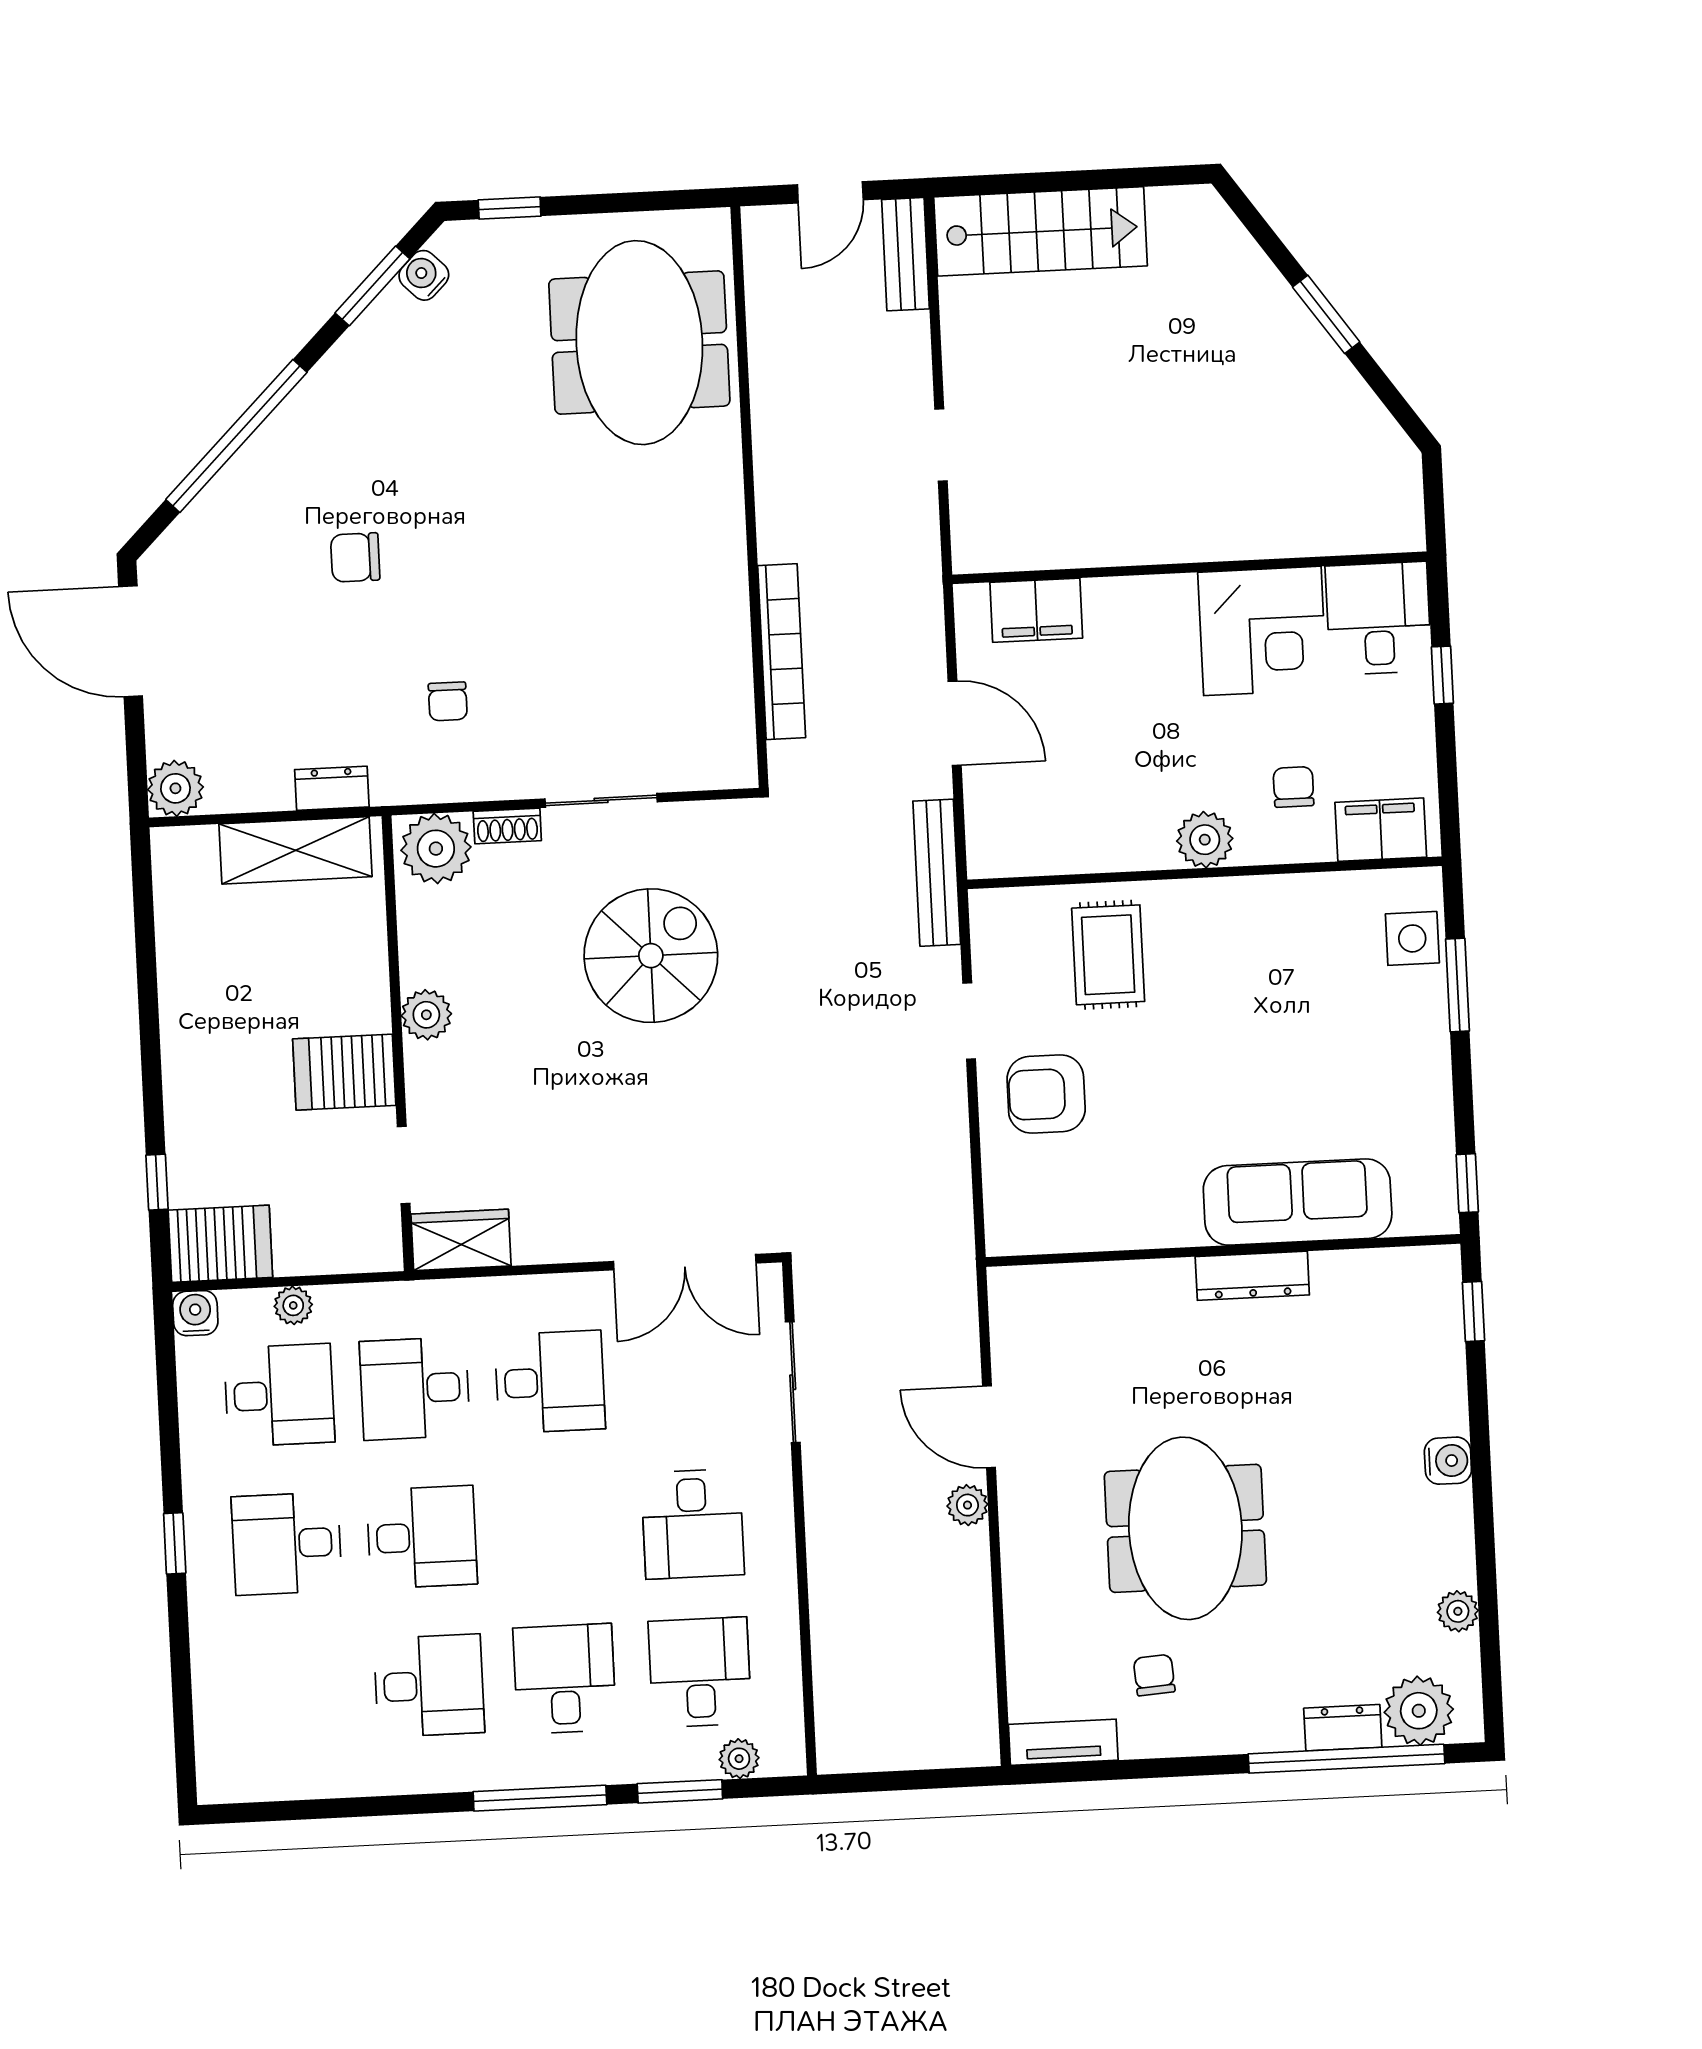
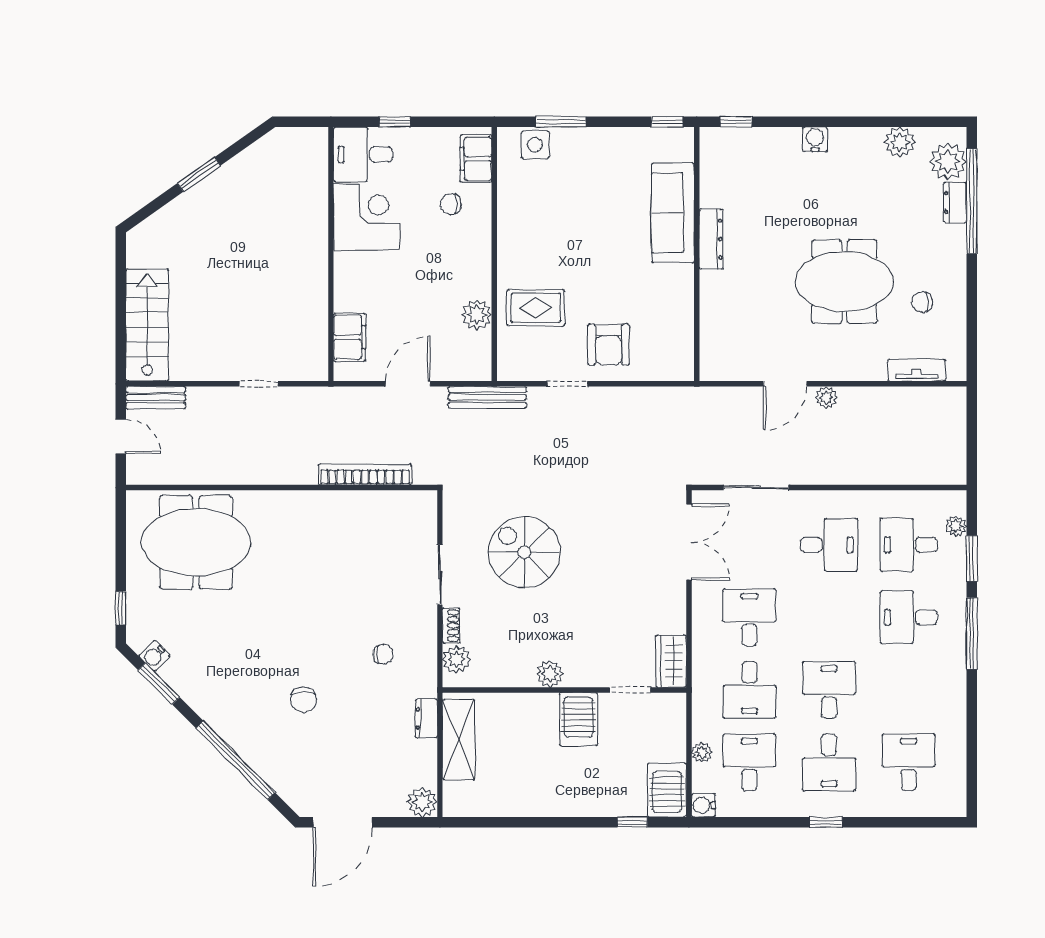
plant: (1205, 840) -> (477, 315), moved
plant: (436, 849) -> (456, 659), width x0.73, depth x0.73
plant: (1458, 1611) -> (900, 142), width x1.38, depth x1.38
desk: (429, 1686) -> (909, 762), moved
tv unit: (1063, 1742) -> (916, 370), moved, turned 90

